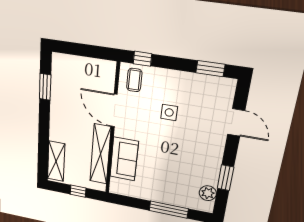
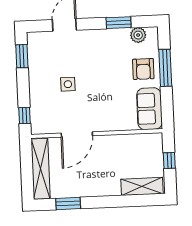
coffee table: (134, 80) -> (45, 120), removed
shelving: (100, 154) -> (41, 169), moved, turned 90
sofa: (124, 159) -> (149, 109), moved, turned -90
armchair: (171, 190) -> (143, 69), added

